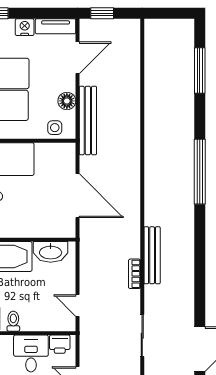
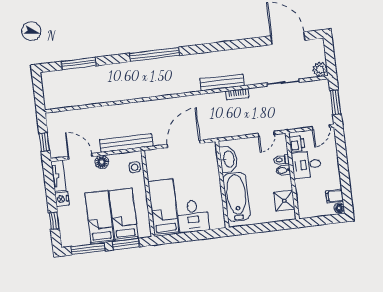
floor lamp: (67, 101) -> (102, 162), moved
toilet: (13, 321) -> (281, 160), moved
bidet: (27, 322) -> (283, 170), added

